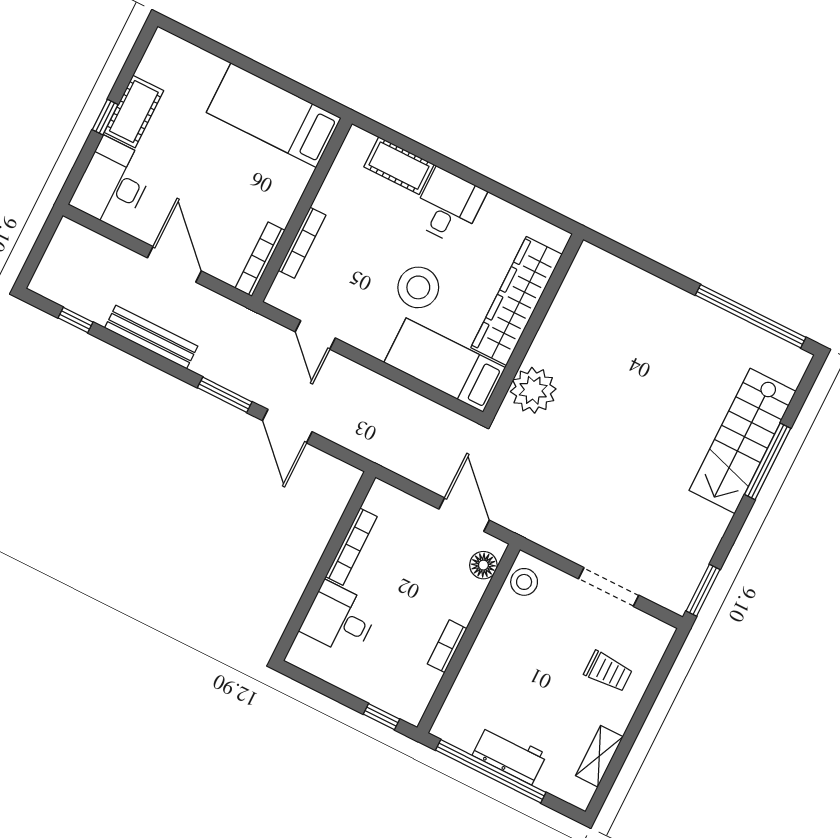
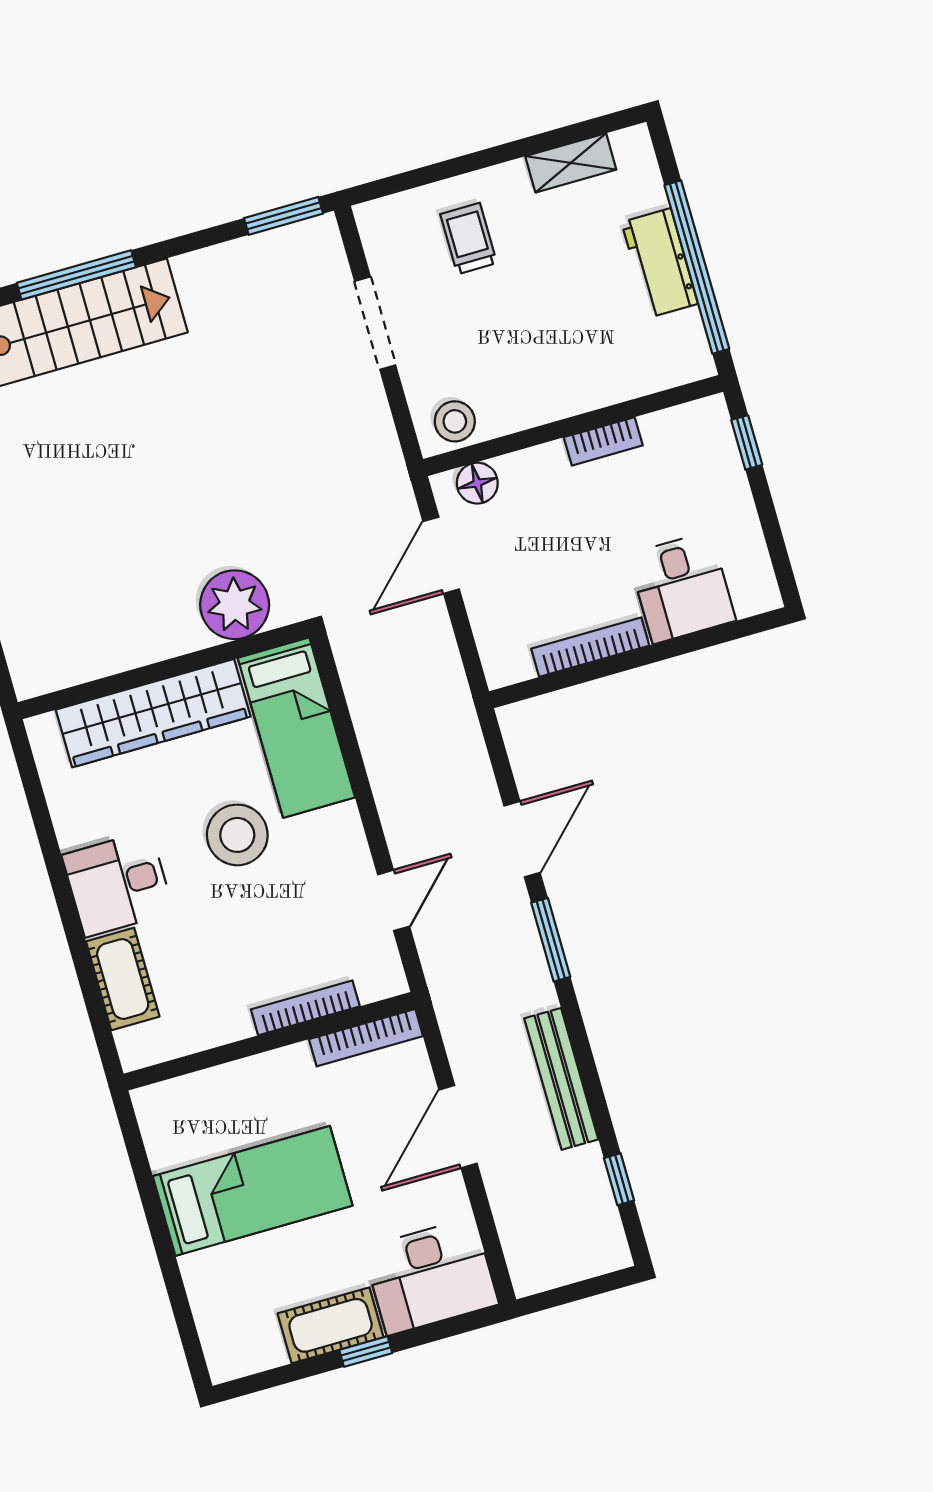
bed: (274, 115) -> (253, 1191), moved, turned -90

